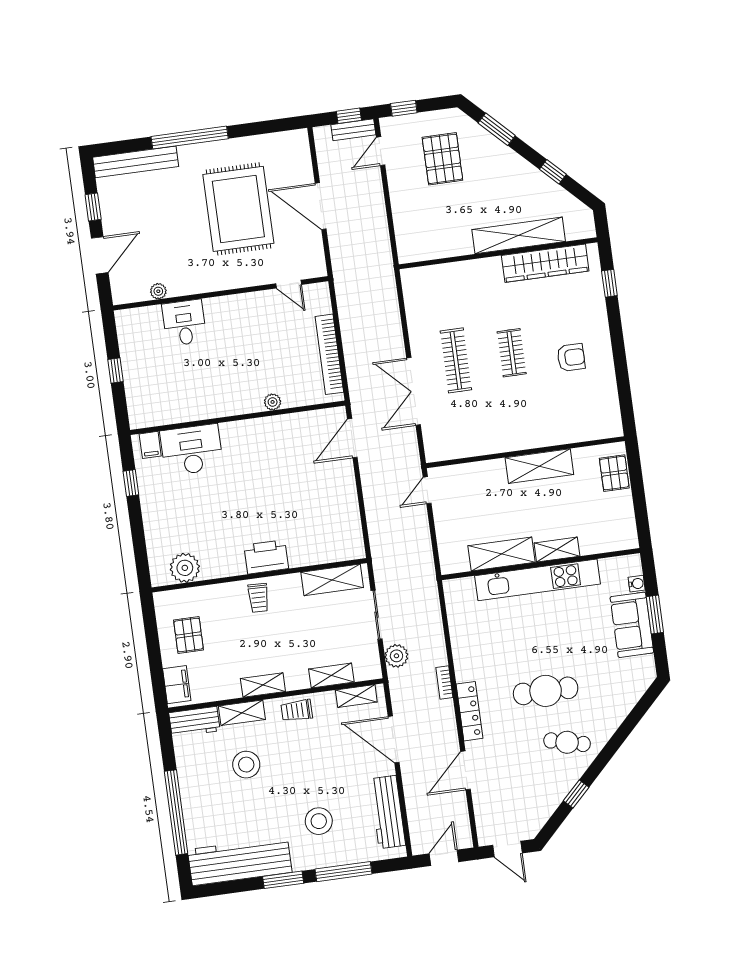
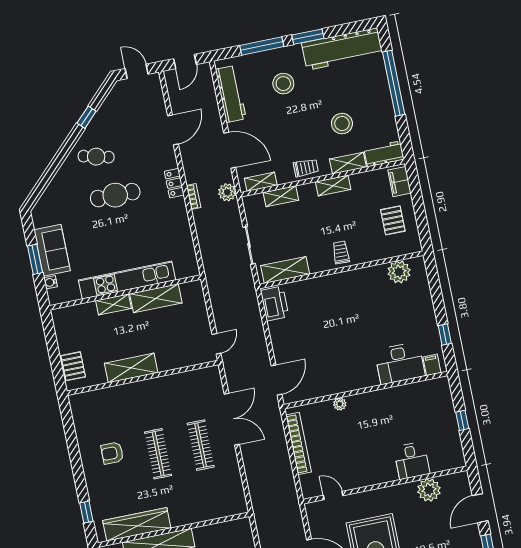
plant: (158, 291) -> (429, 490), width x1.88, depth x1.88
clothes rail: (512, 353) -> (158, 454), width x1.36
printer: (266, 557) -> (275, 304), moved, turned -90
plant: (396, 656) -> (227, 192), moved
locker: (470, 711) -> (174, 183), width x0.66

